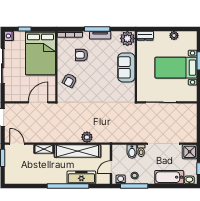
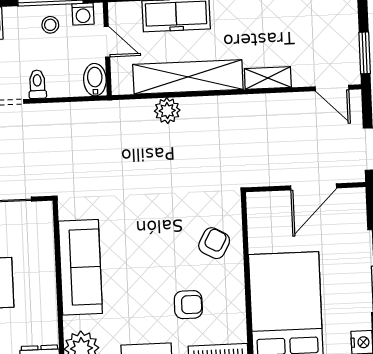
sofa: (126, 67) -> (80, 267), width x1.36
door: (38, 102) -> (314, 187), moved
bidet: (132, 152) -> (95, 80), moved
door: (111, 167) -> (107, 42), hinge flipped

